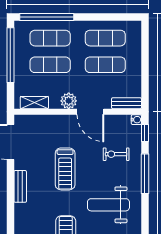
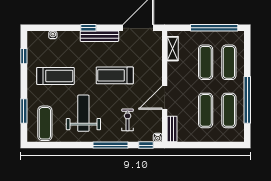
window: (47, 17) -> (247, 100), moved
plant: (69, 101) -> (174, 79), removed
bench: (20, 186) -> (99, 36), width x1.36
window: (10, 199) -> (88, 28), added

